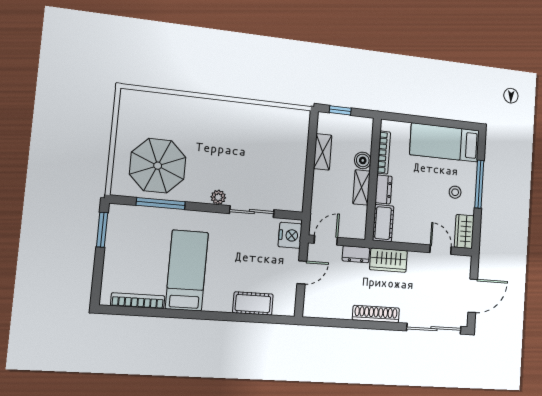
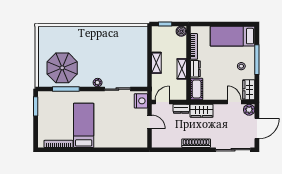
shelving: (323, 152) -> (156, 63), moved
boiler: (363, 160) -> (181, 31), moved
plant: (463, 264) -> (249, 110), added
door: (302, 272) -> (149, 122), hinge flipped
cot: (253, 303) -> (122, 141), removed

